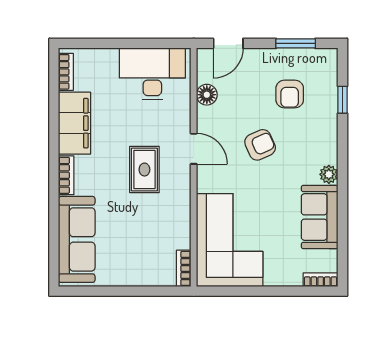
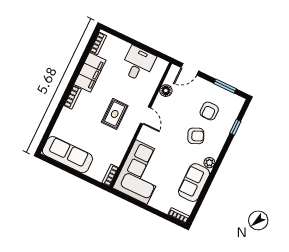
desk: (152, 74) -> (138, 64), width x0.73
armchair: (260, 145) -> (196, 136), moved
sofa: (77, 239) -> (67, 155), moved, turned -90

